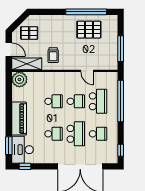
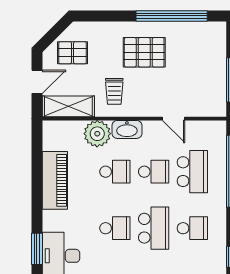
pallet: (89, 30) -> (144, 52), moved
door: (9, 50) -> (37, 82), hinge flipped
washbasin: (60, 77) -> (127, 129), added
plant: (19, 79) -> (97, 134), moved
piano: (19, 119) -> (55, 180), moved

